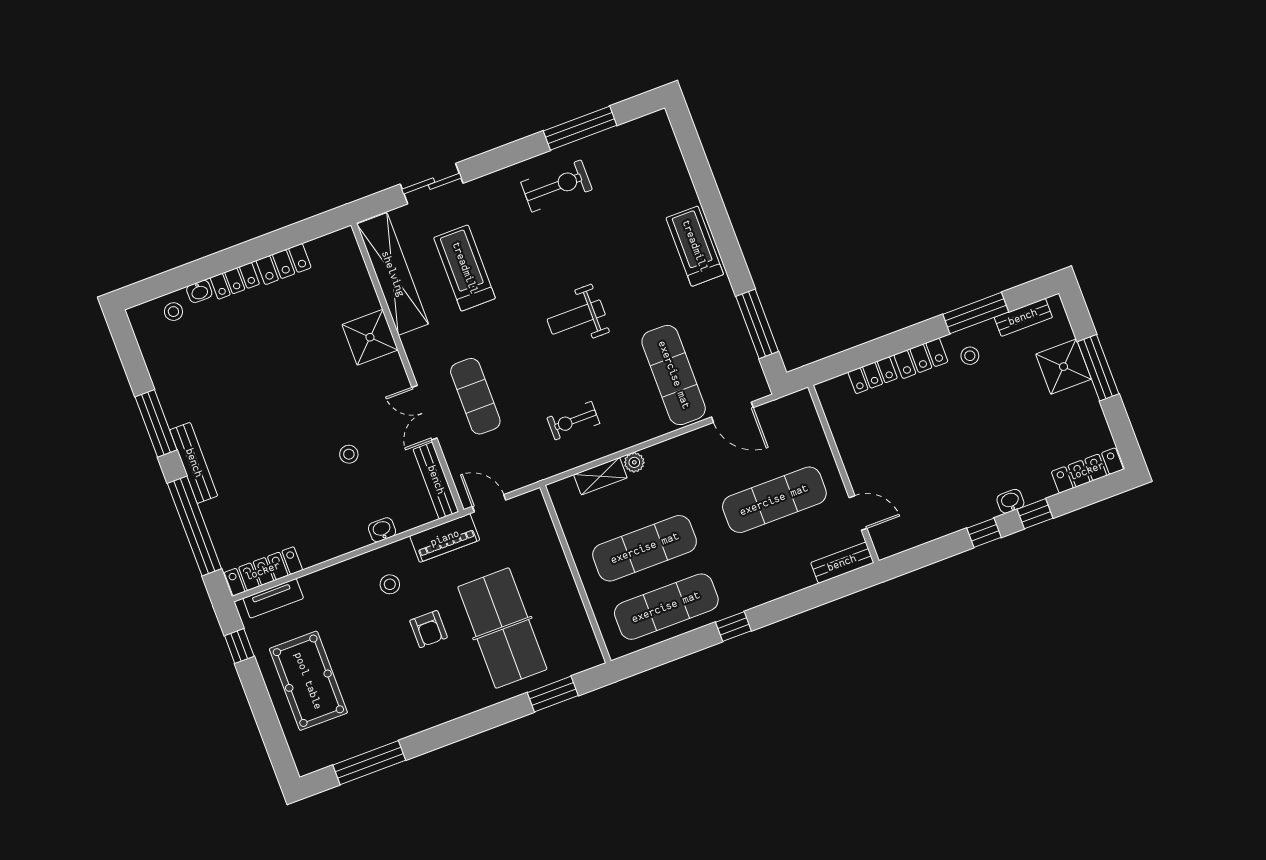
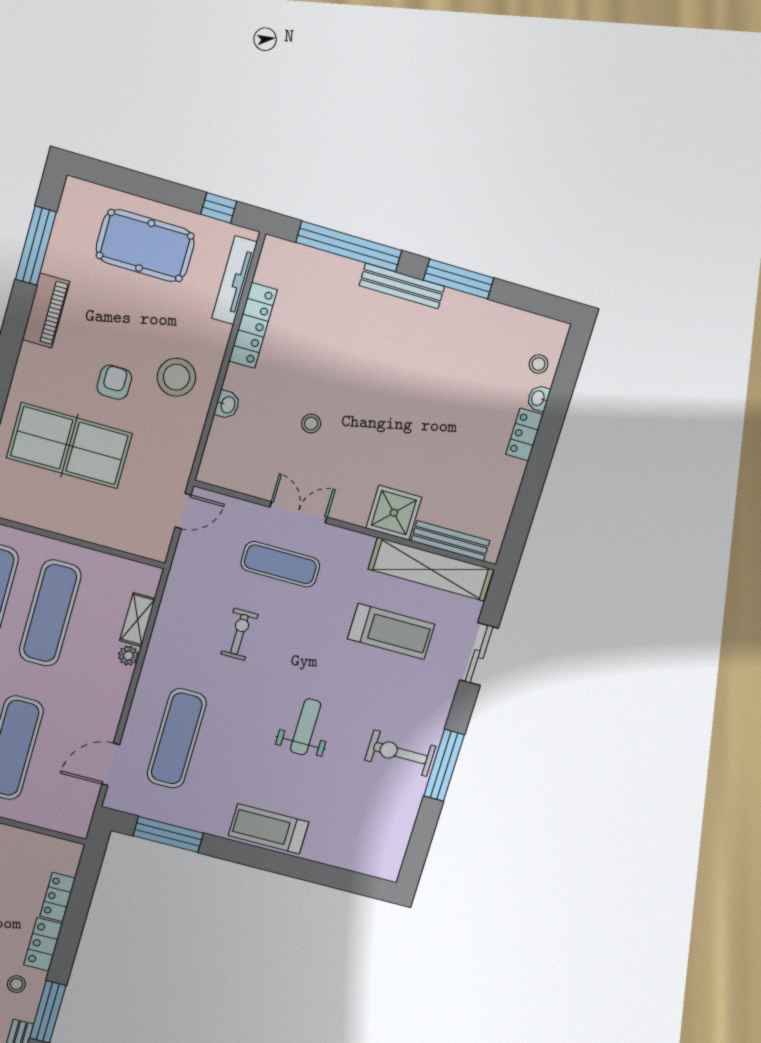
window: (580, 128) -> (444, 765), moved
exercise bike: (557, 186) -> (400, 753), turned 90
treadmill: (695, 246) -> (269, 829), turned 180
locker: (284, 264) -> (507, 485), removed
weight bench: (576, 317) -> (306, 727), moved
exercise mat: (674, 375) -> (177, 738), turned 90
exercise bike: (573, 421) -> (239, 634), moved
bench: (436, 480) -> (450, 541), moved
piano: (445, 538) -> (46, 311), moved, turned 180
locker: (263, 571) -> (253, 325), moved
stool: (390, 584) -> (176, 377), width x1.89, depth x1.89
tv unit: (273, 598) -> (234, 280), width x1.41
armchair: (429, 629) -> (114, 382), turned 90

